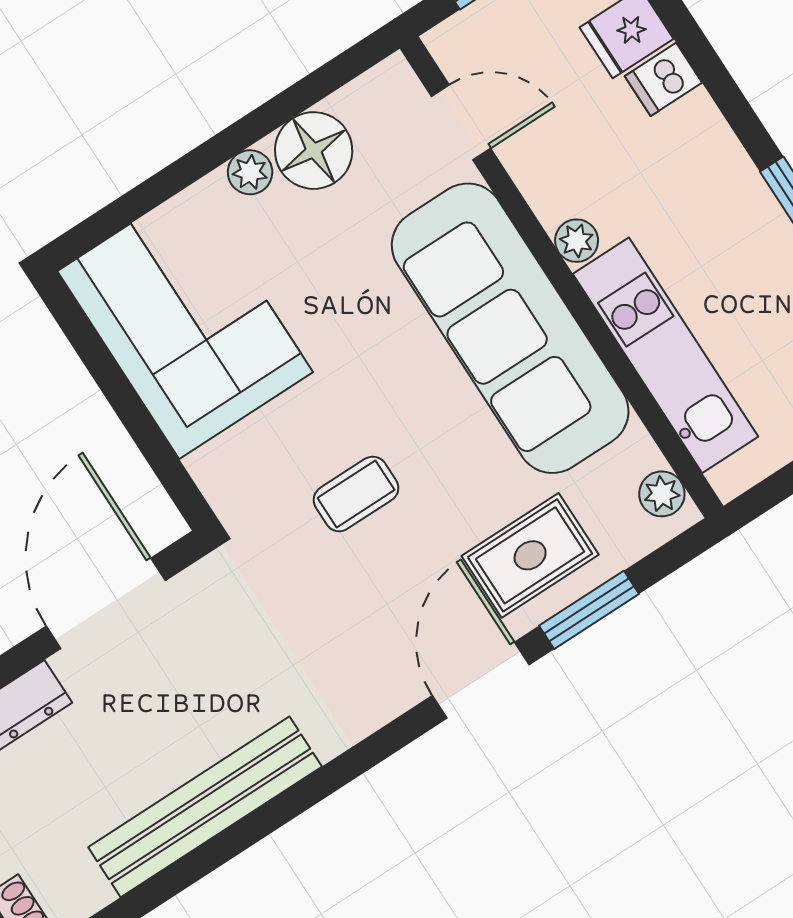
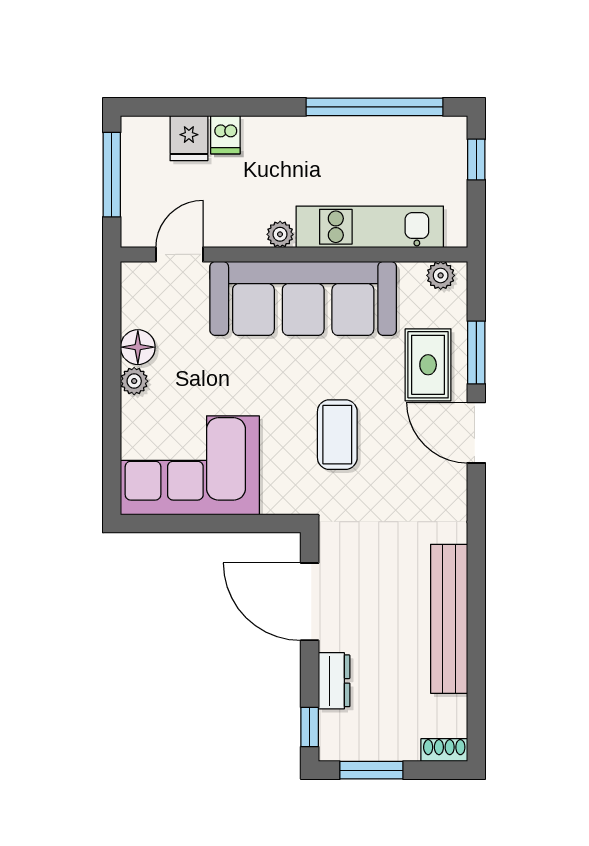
floor lamp: (314, 151) -> (138, 347), width x0.73, depth x0.73
coffee table: (356, 494) -> (337, 435), width x1.36, depth x1.30

